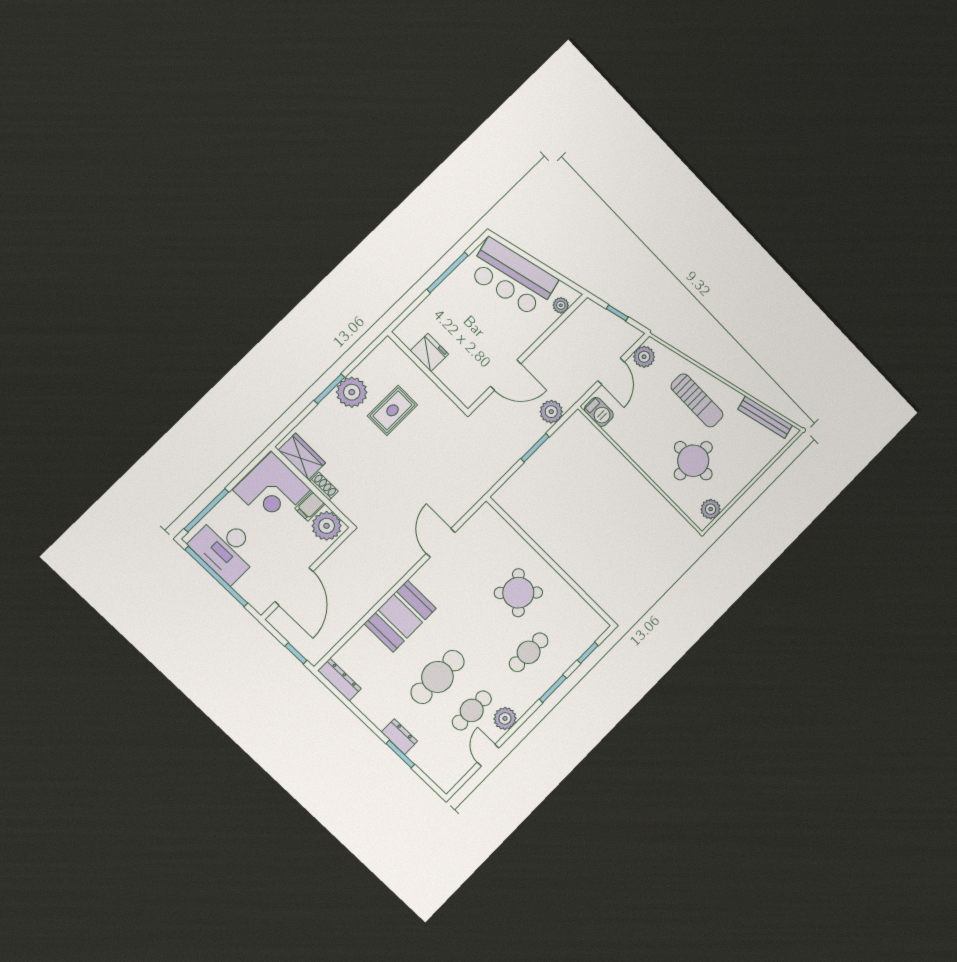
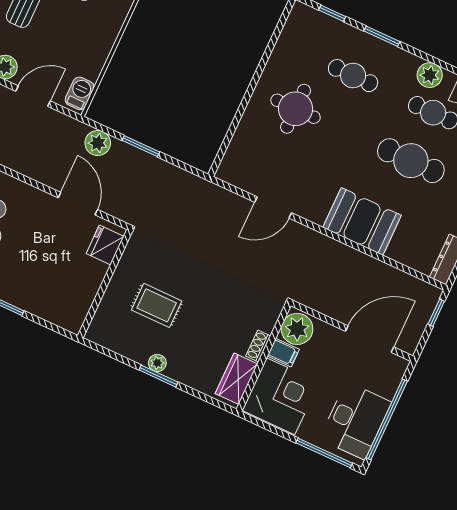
fridge: (429, 352) -> (105, 245), moved
plant: (352, 392) -> (157, 363), width x0.53, depth x0.53
round table: (518, 593) -> (296, 109), turned 45

